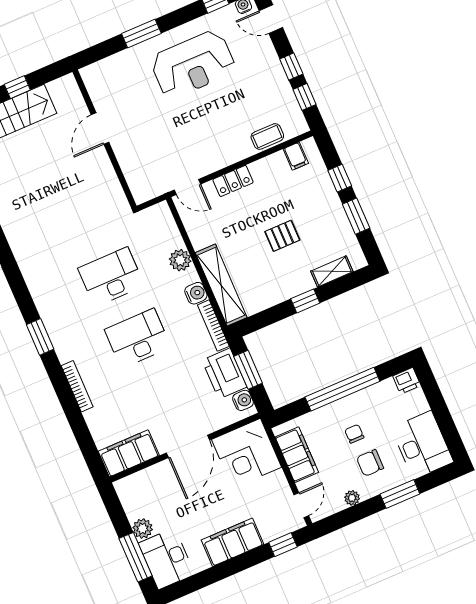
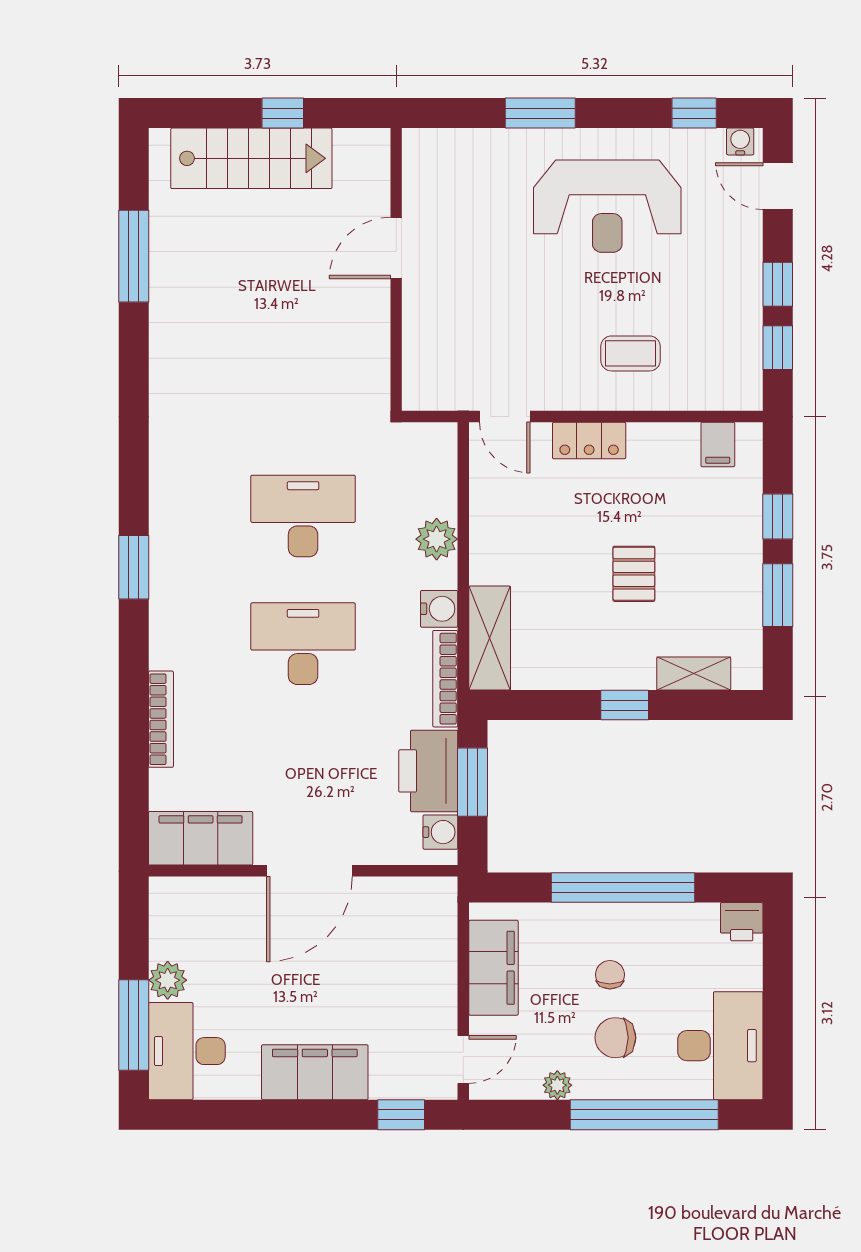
coffee table: (267, 136) -> (630, 353), moved
pallet: (282, 236) -> (634, 574), turned 90
shelving: (221, 285) -> (490, 638), width x0.68
bookcase: (77, 386) -> (161, 719), moved
corner desk: (247, 453) -> (407, 927), removed
window: (400, 494) -> (644, 1115), width x2.11

